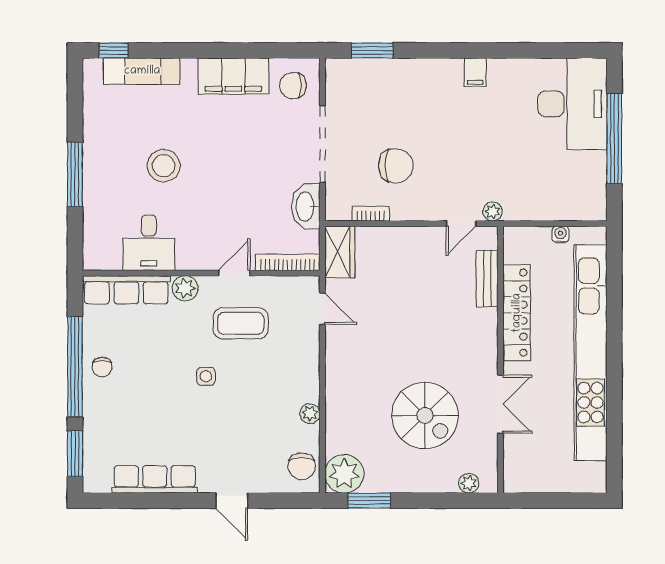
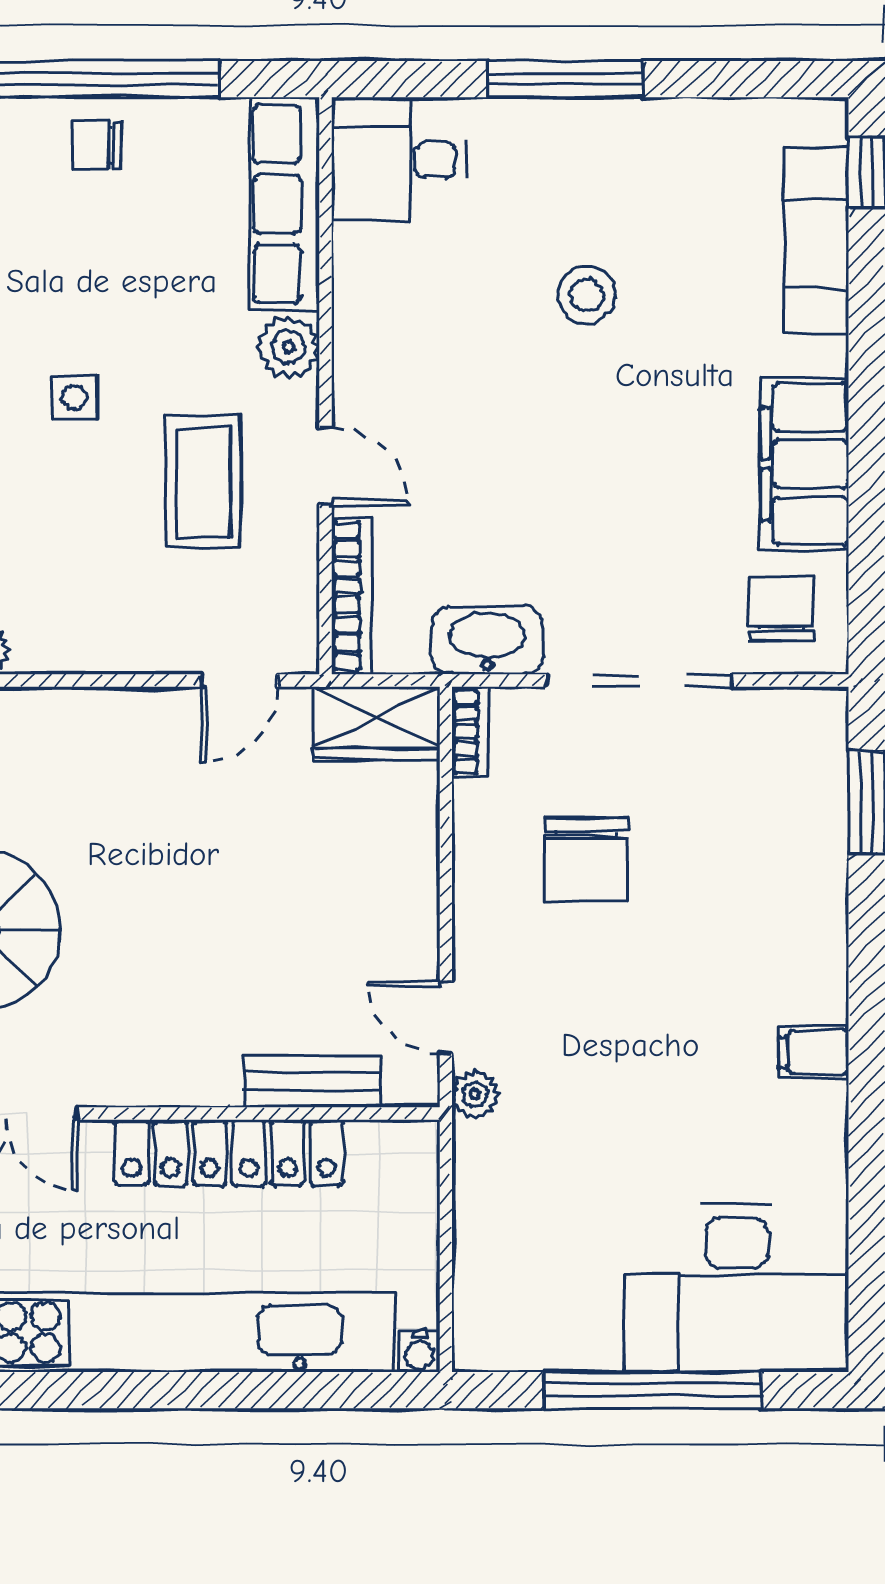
stool: (164, 166) -> (587, 295), width x0.73, depth x0.73
bookcase: (371, 214) -> (470, 732), moved
water cooler: (560, 234) -> (419, 1352), moved, turned 90
desk: (149, 243) -> (399, 160), moved

